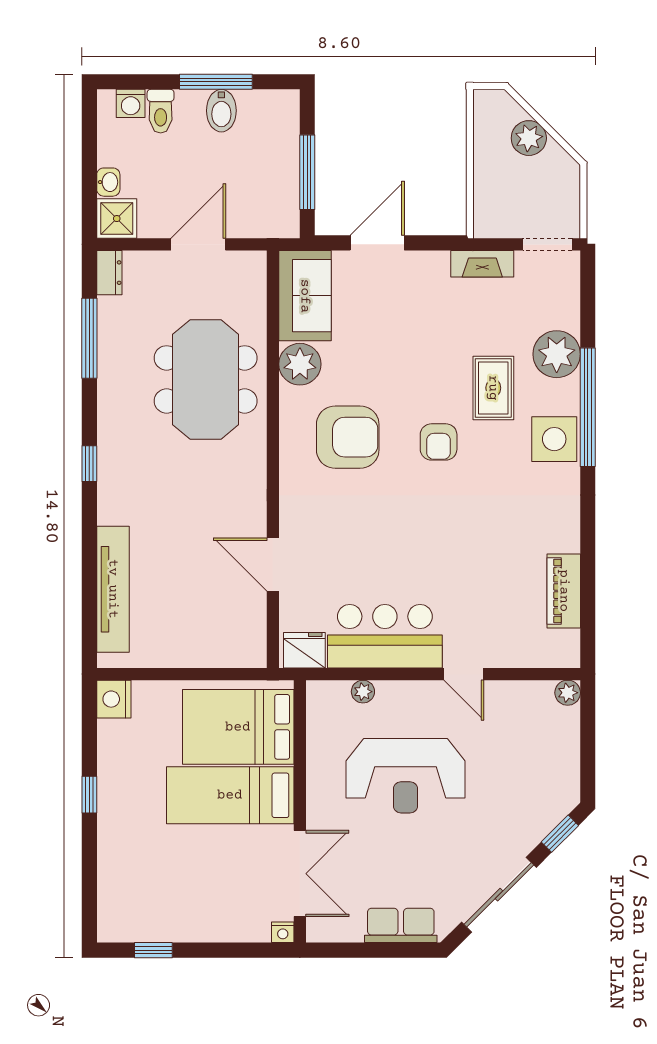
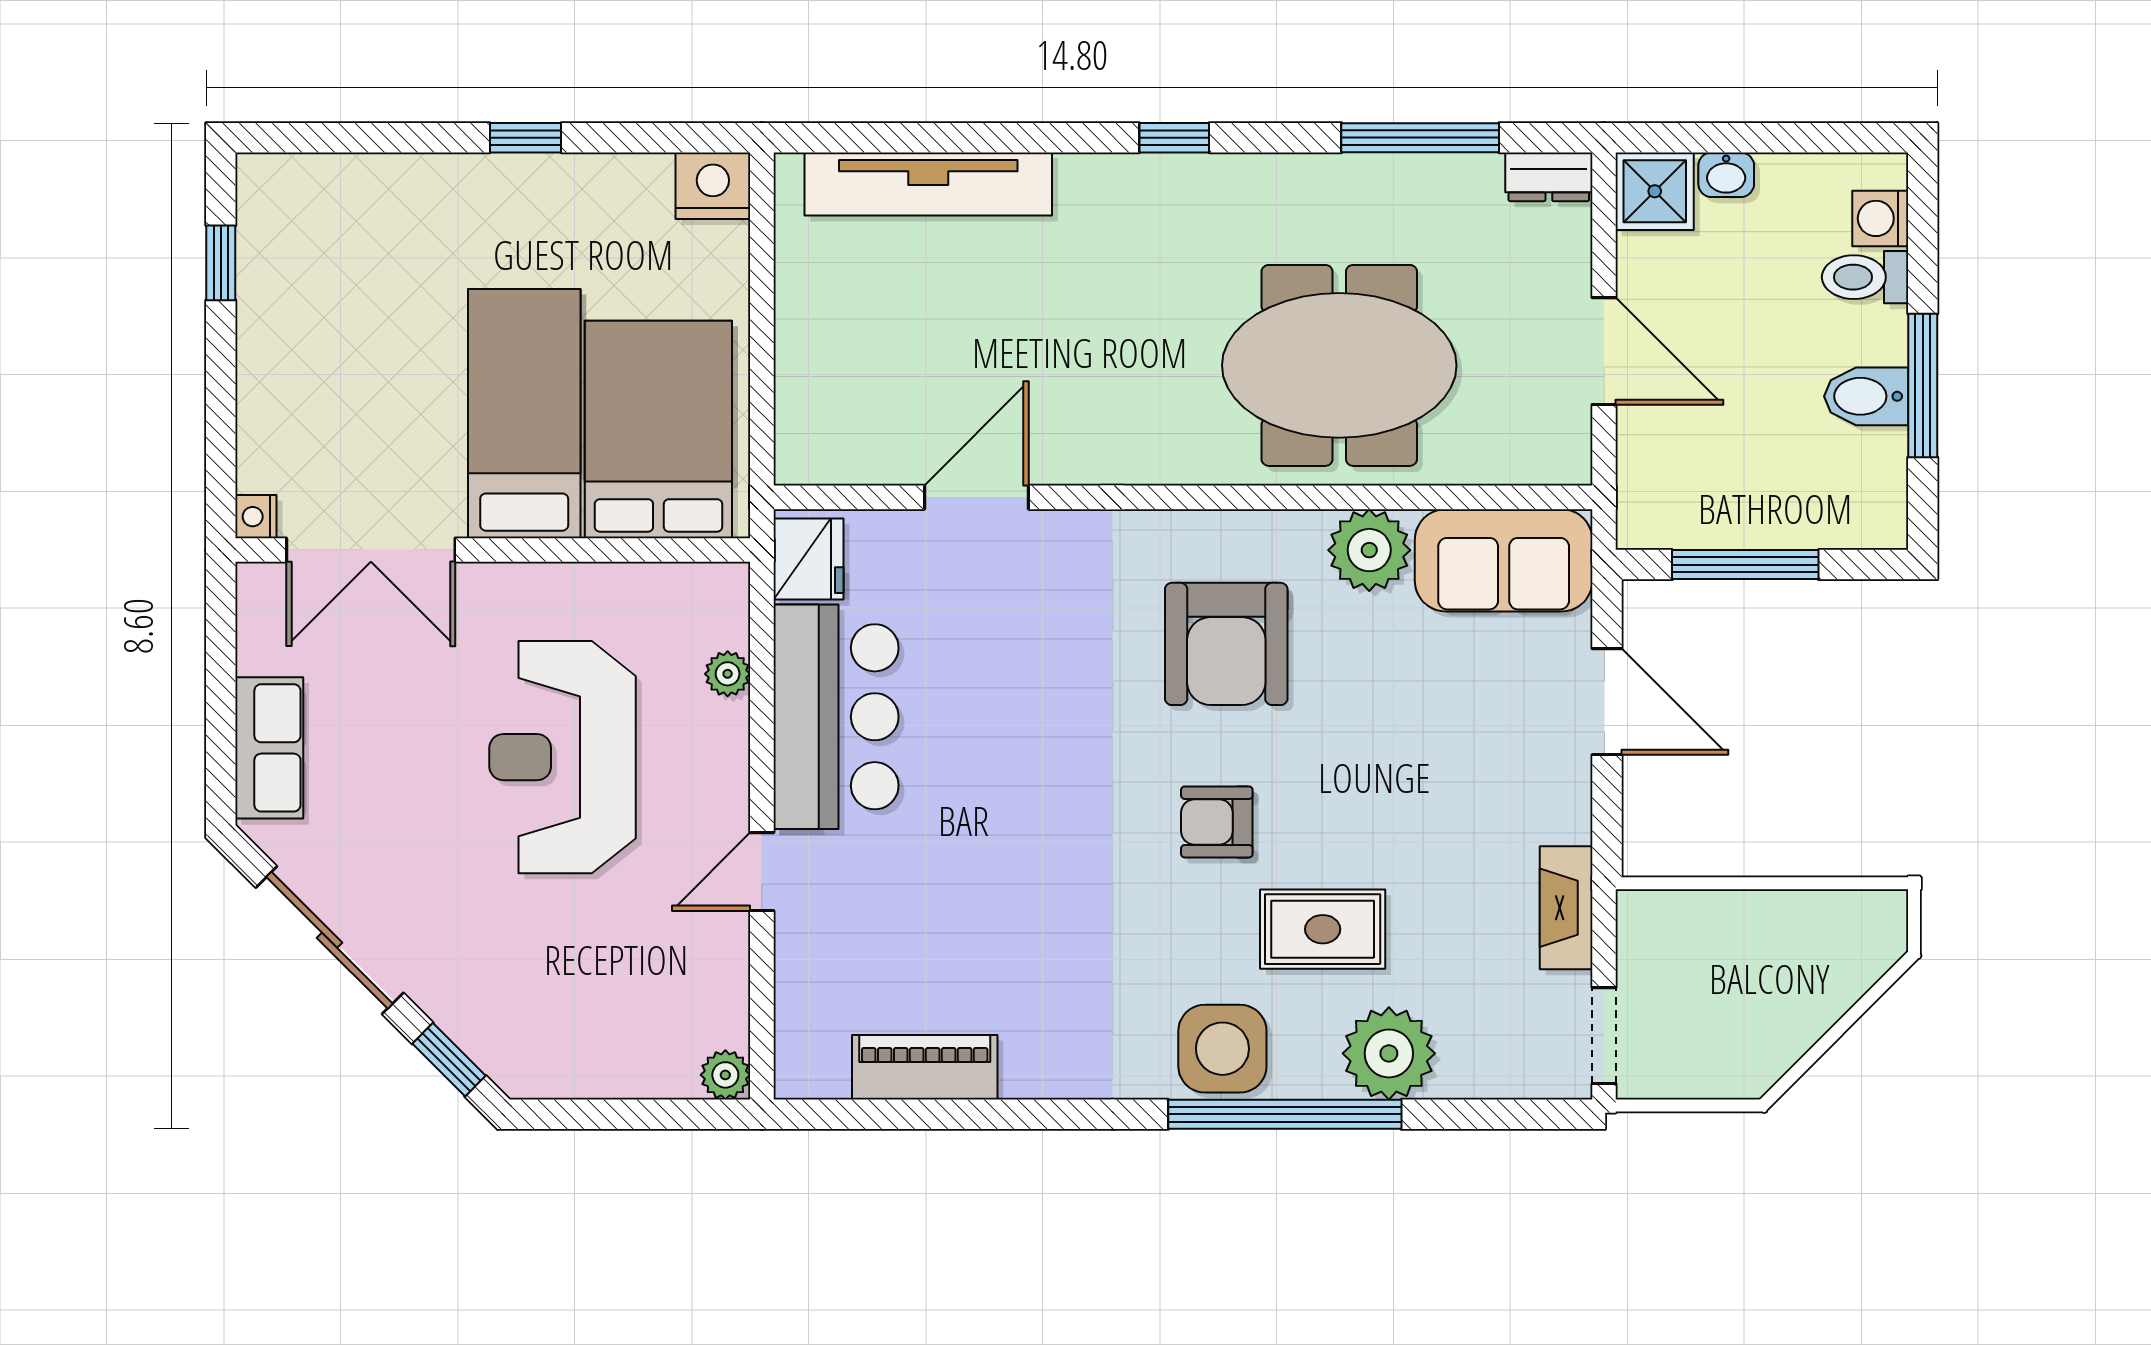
plant: (529, 138) -> (1812, 999), removed

